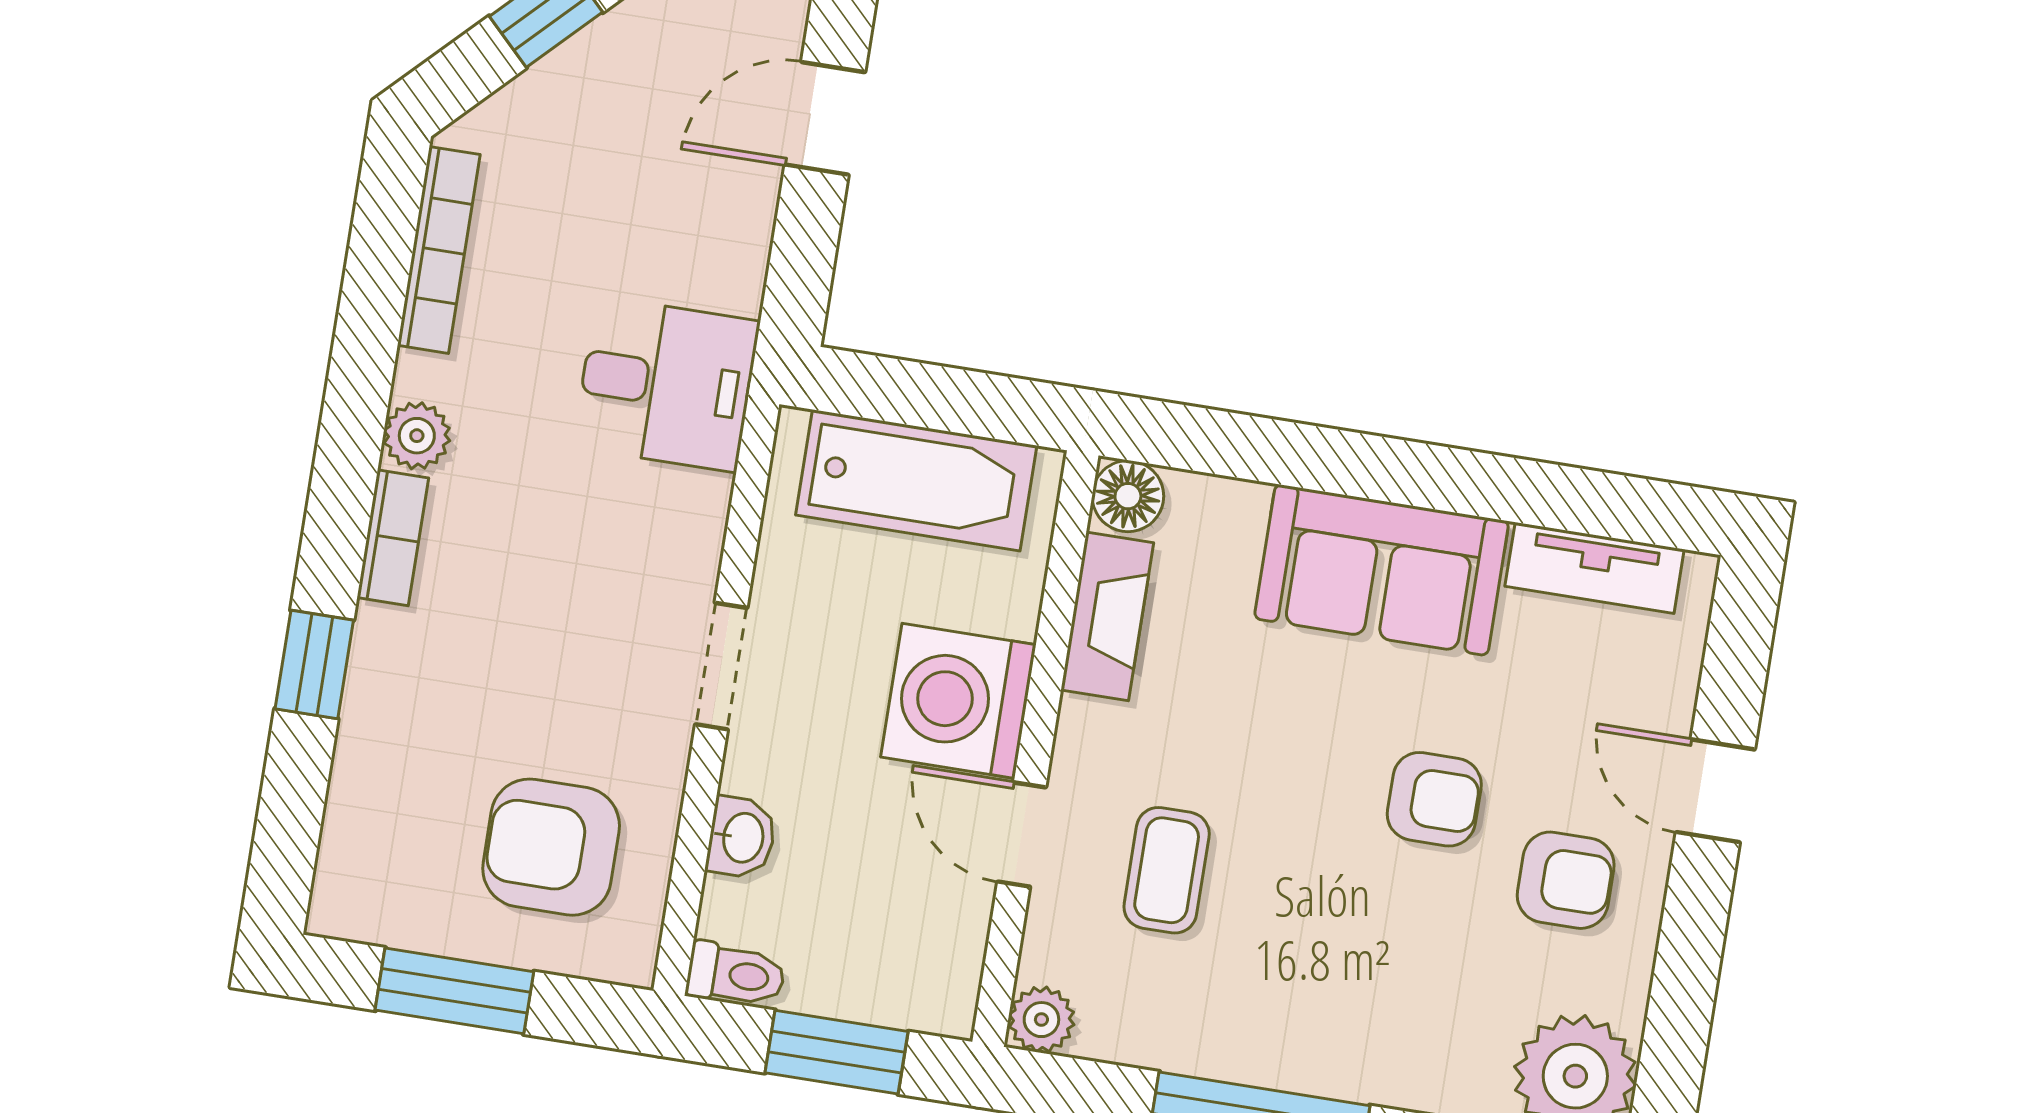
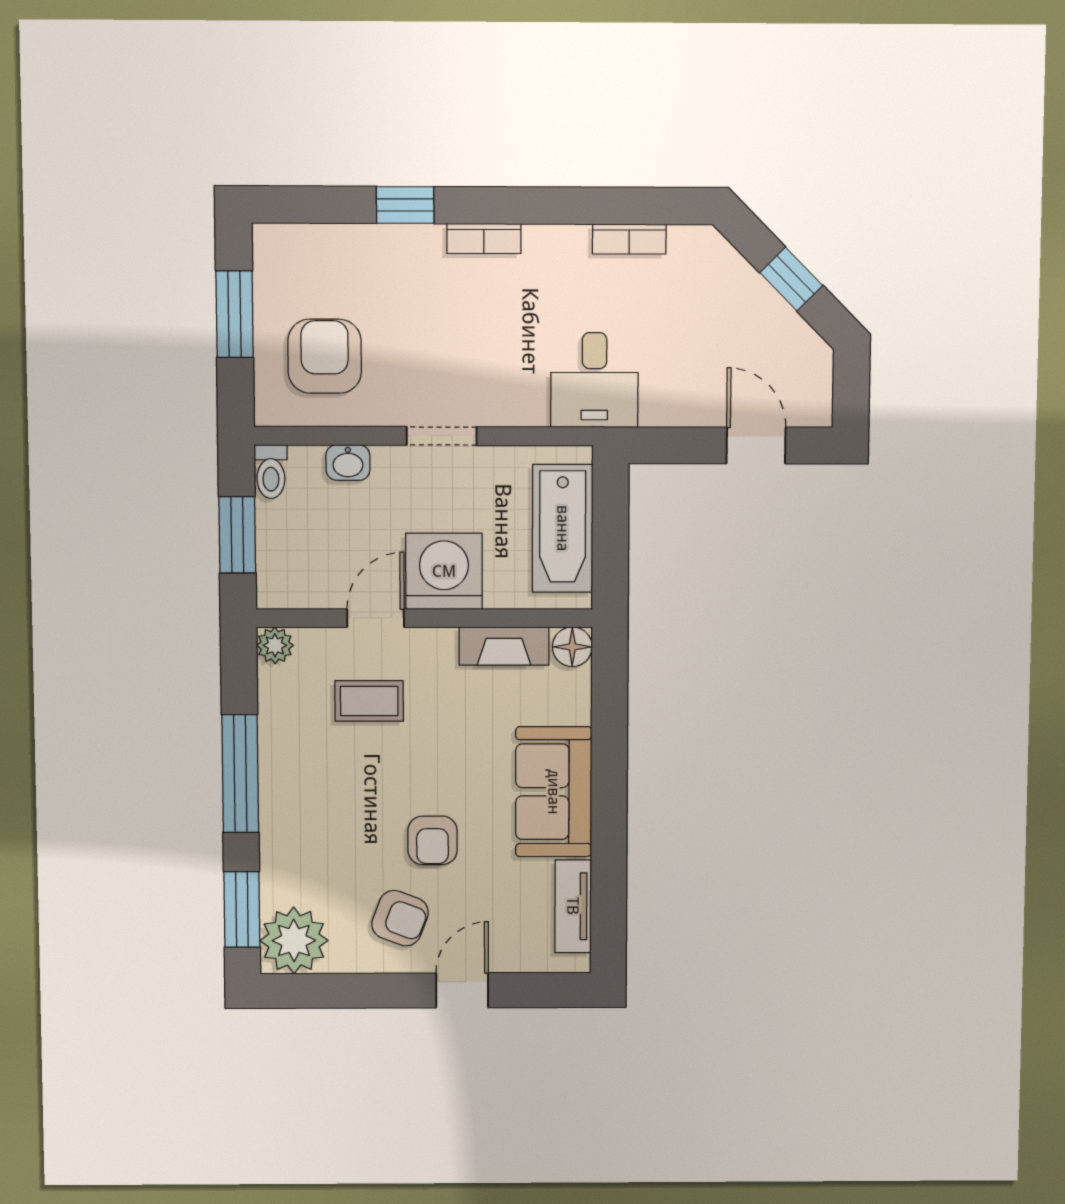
bookcase: (439, 250) -> (629, 239), width x0.64
plant: (417, 436) -> (543, 243), removed
armchair: (1566, 880) -> (400, 918), turned -69

